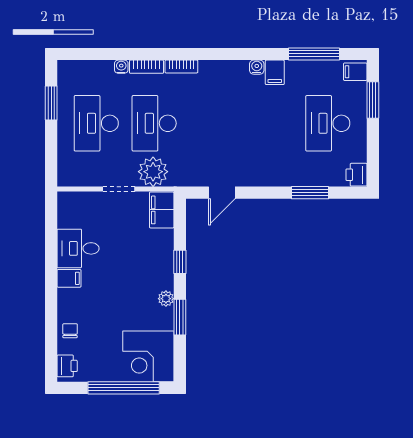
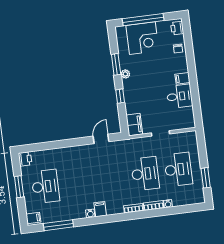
filing cabinet: (275, 72) -> (100, 209), moved
window: (373, 100) -> (19, 187), moved
plant: (153, 172) -> (142, 146), removed
window: (310, 193) -> (50, 145), removed
corner desk: (148, 356) -> (142, 38), moved, turned 90

